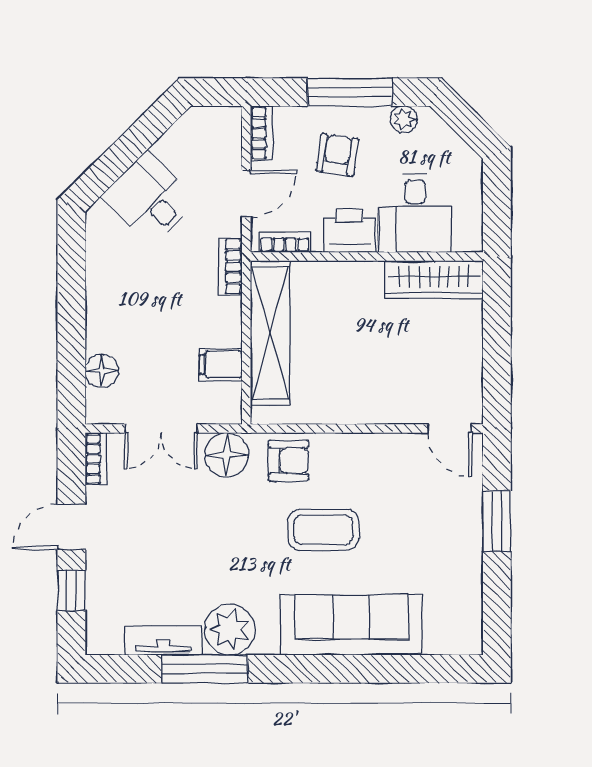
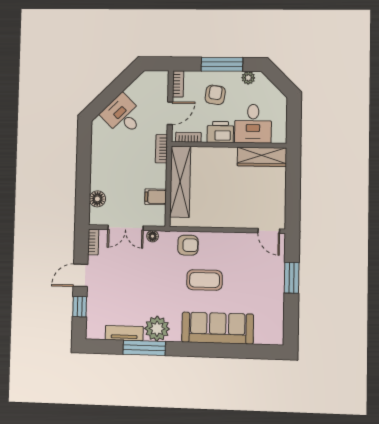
floor lamp: (227, 455) -> (153, 236), width x0.53, depth x0.53

